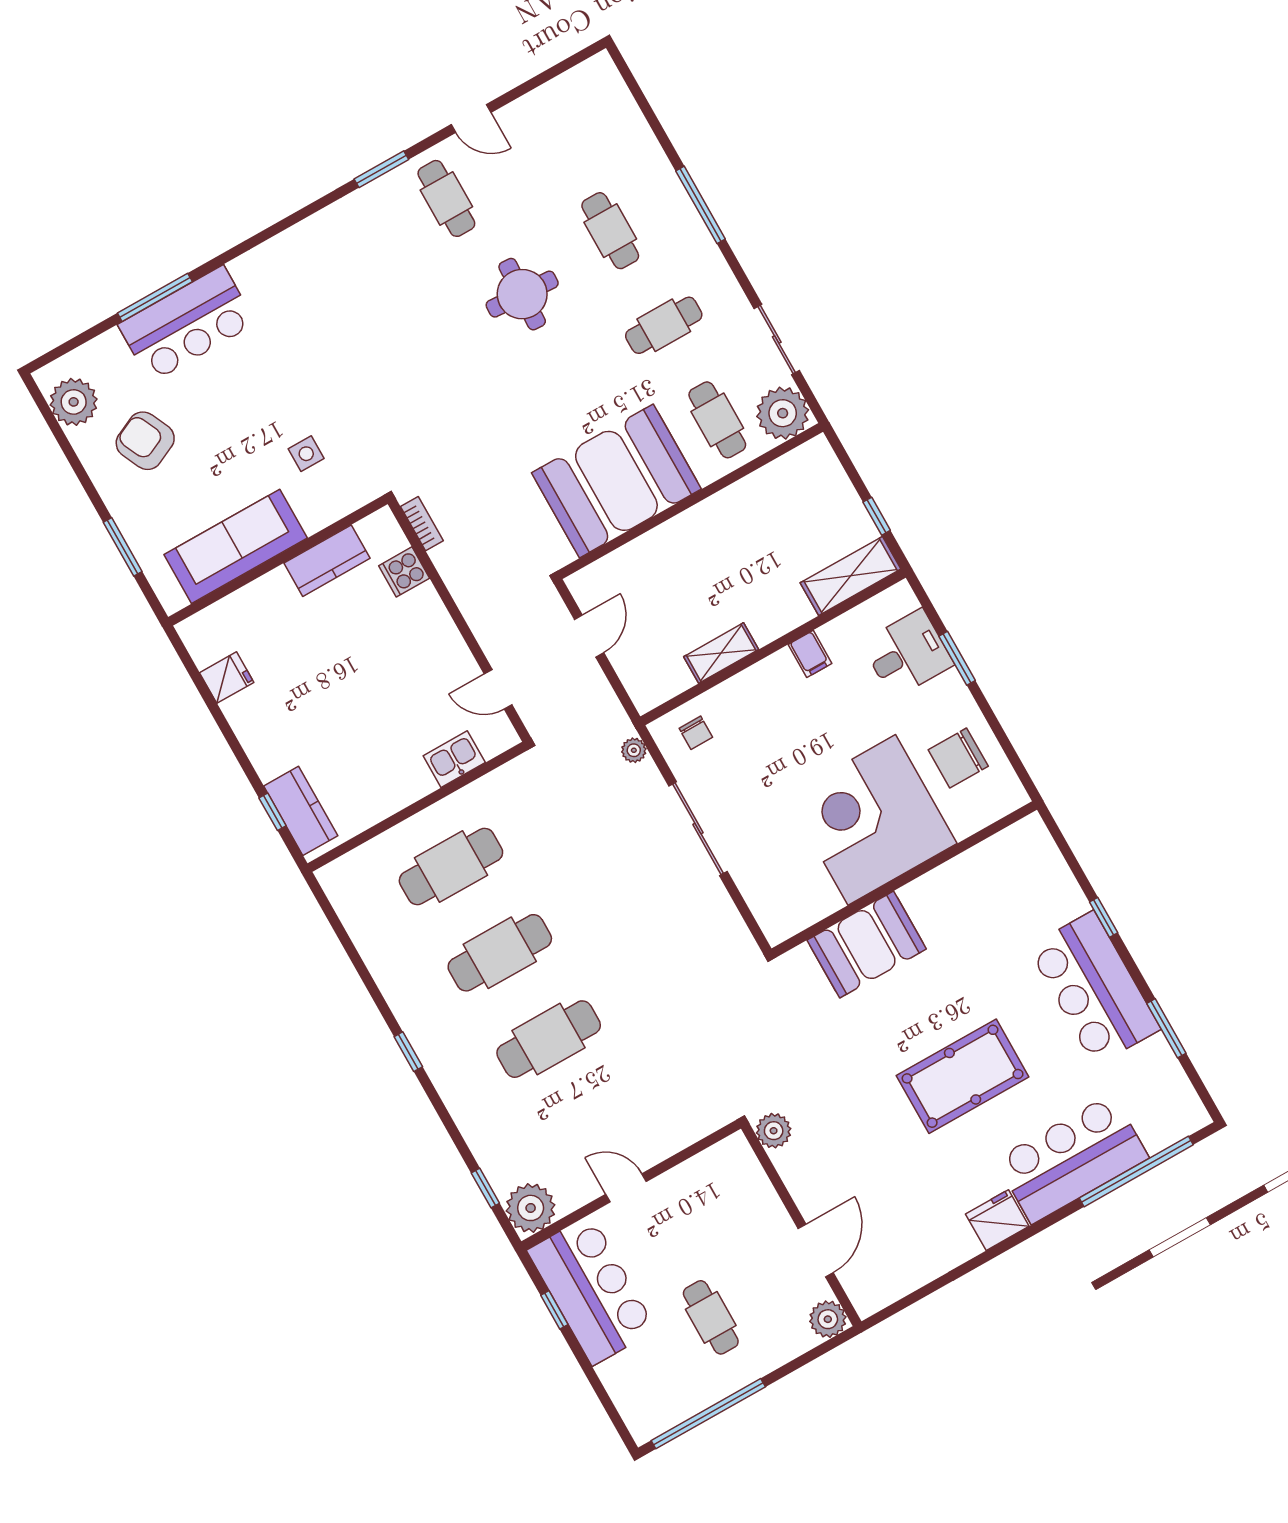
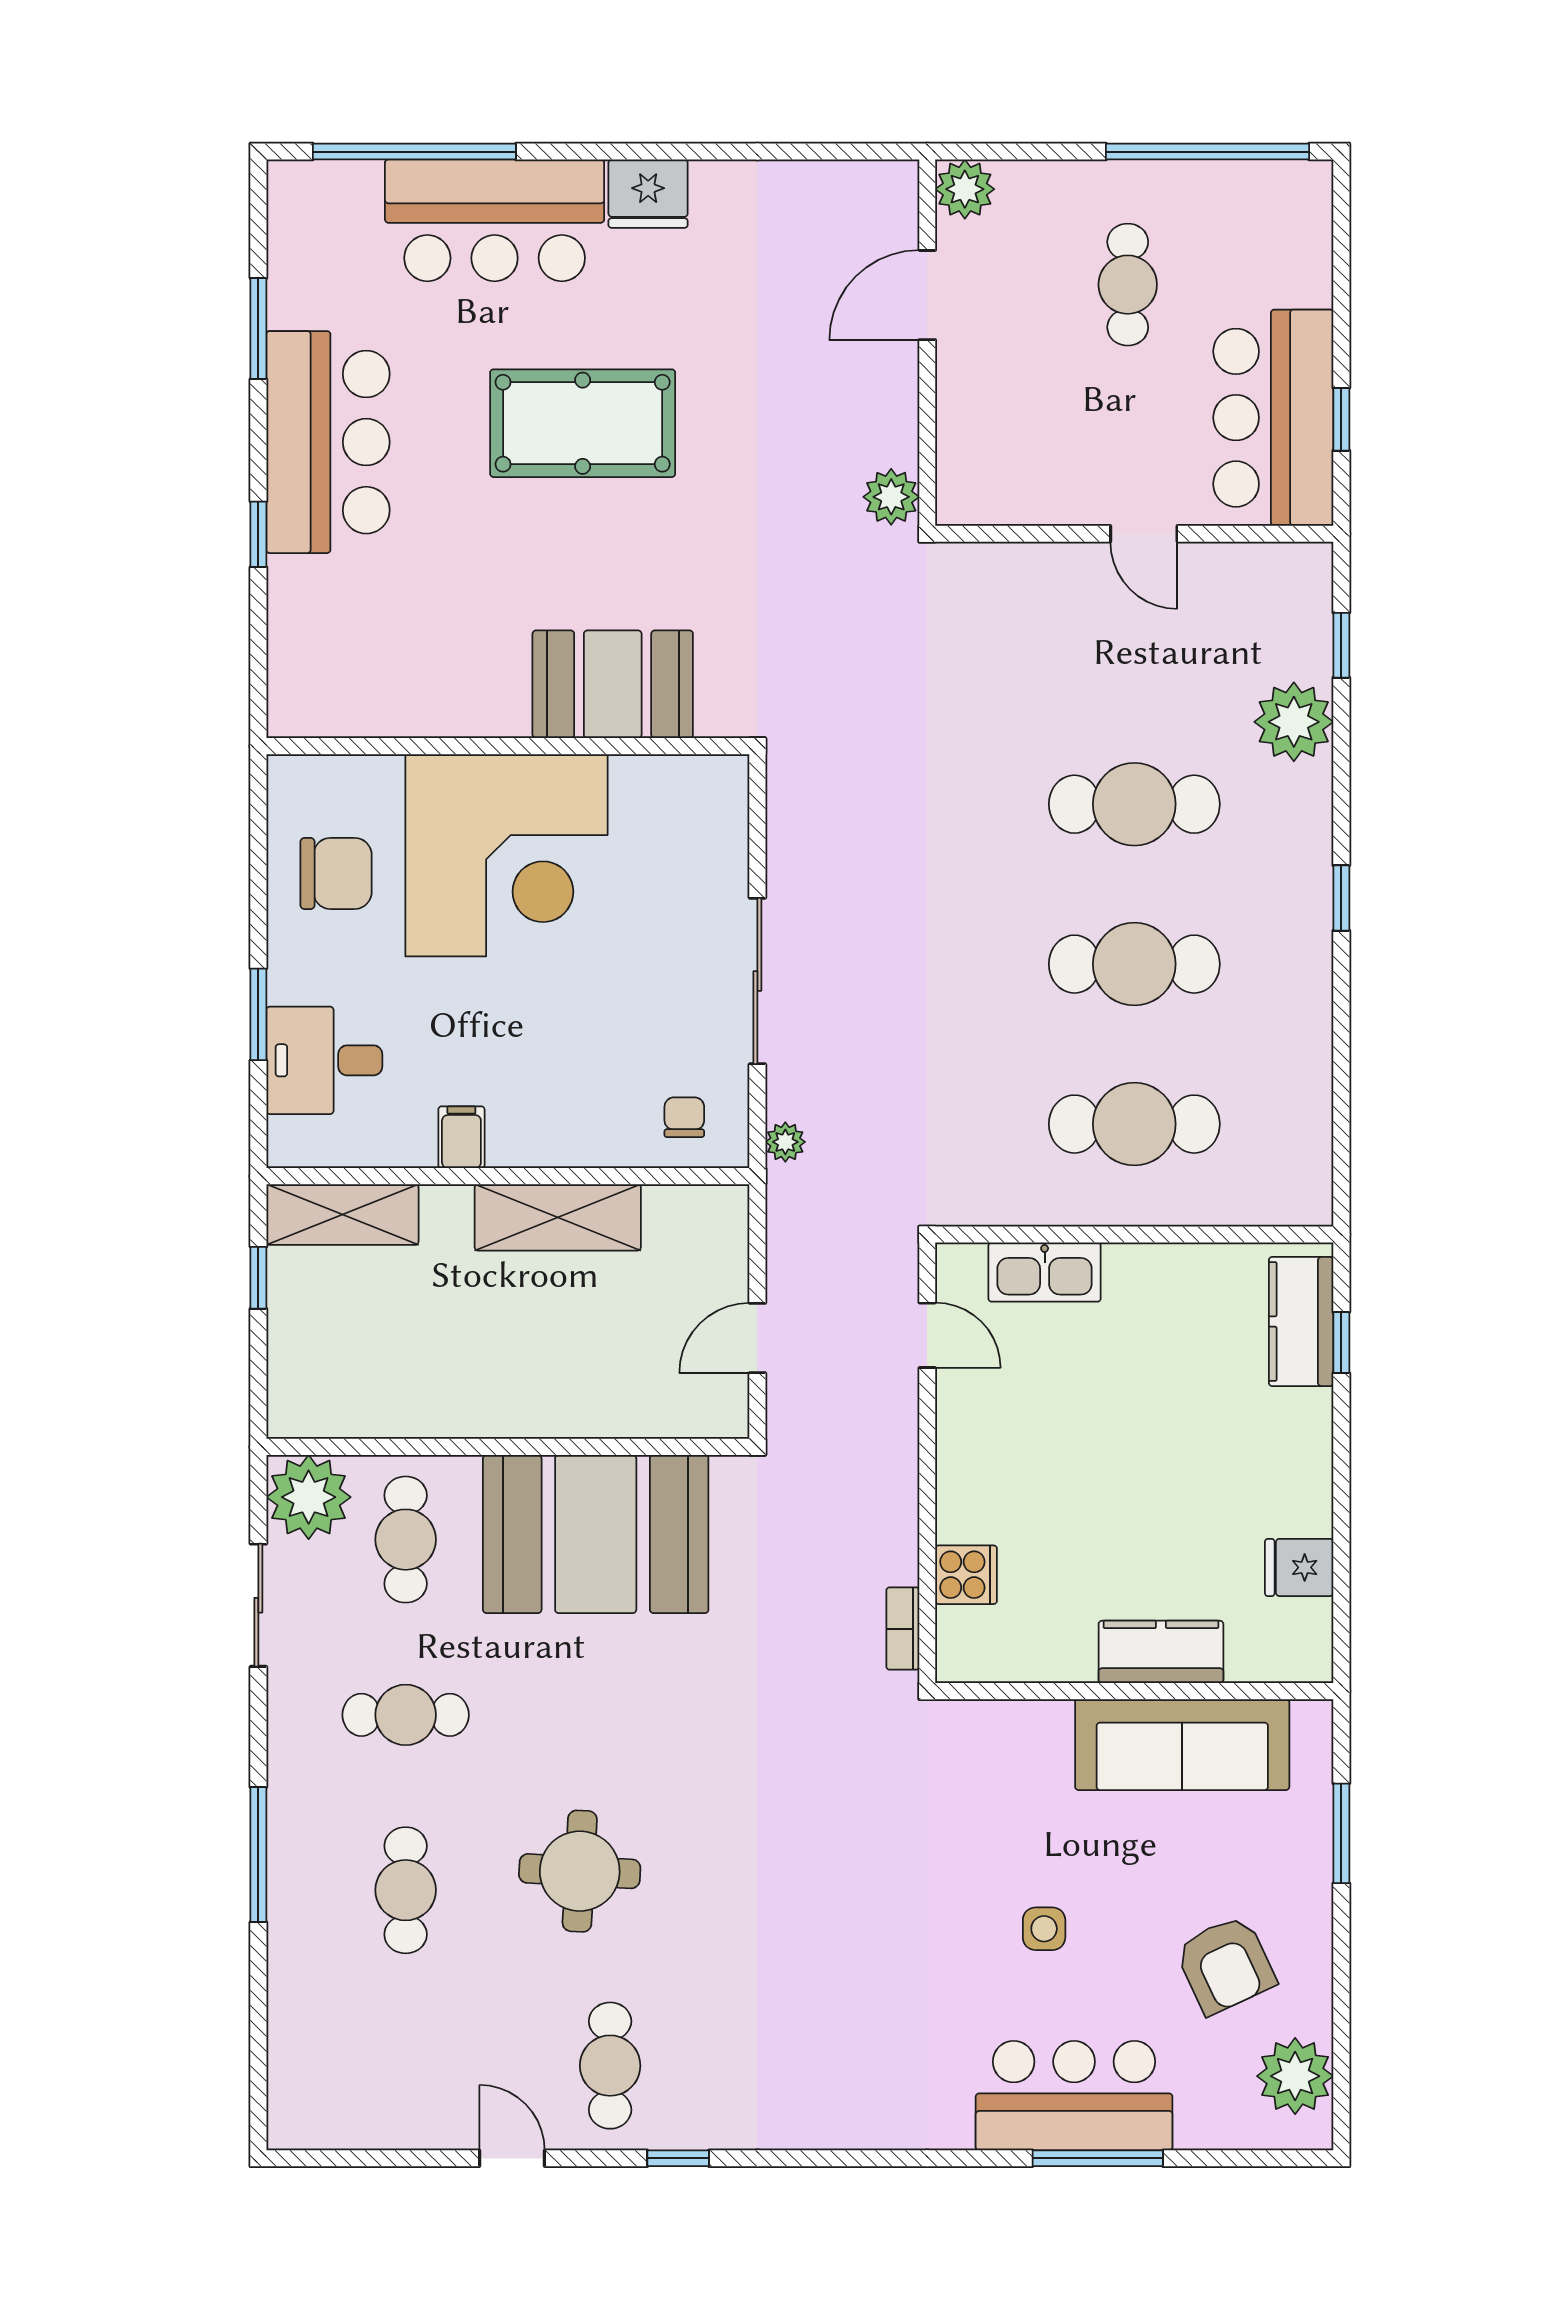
window: (381, 169) -> (678, 2158), width x0.67
side table: (306, 454) -> (1044, 1929), moved
kitchen counter: (327, 561) -> (1161, 1652), moved
shelving: (721, 653) -> (558, 1217), width x1.50, depth x1.33
kitchen sink: (454, 759) -> (1045, 1272), width x1.38
plant: (531, 1208) -> (1294, 722), moved

